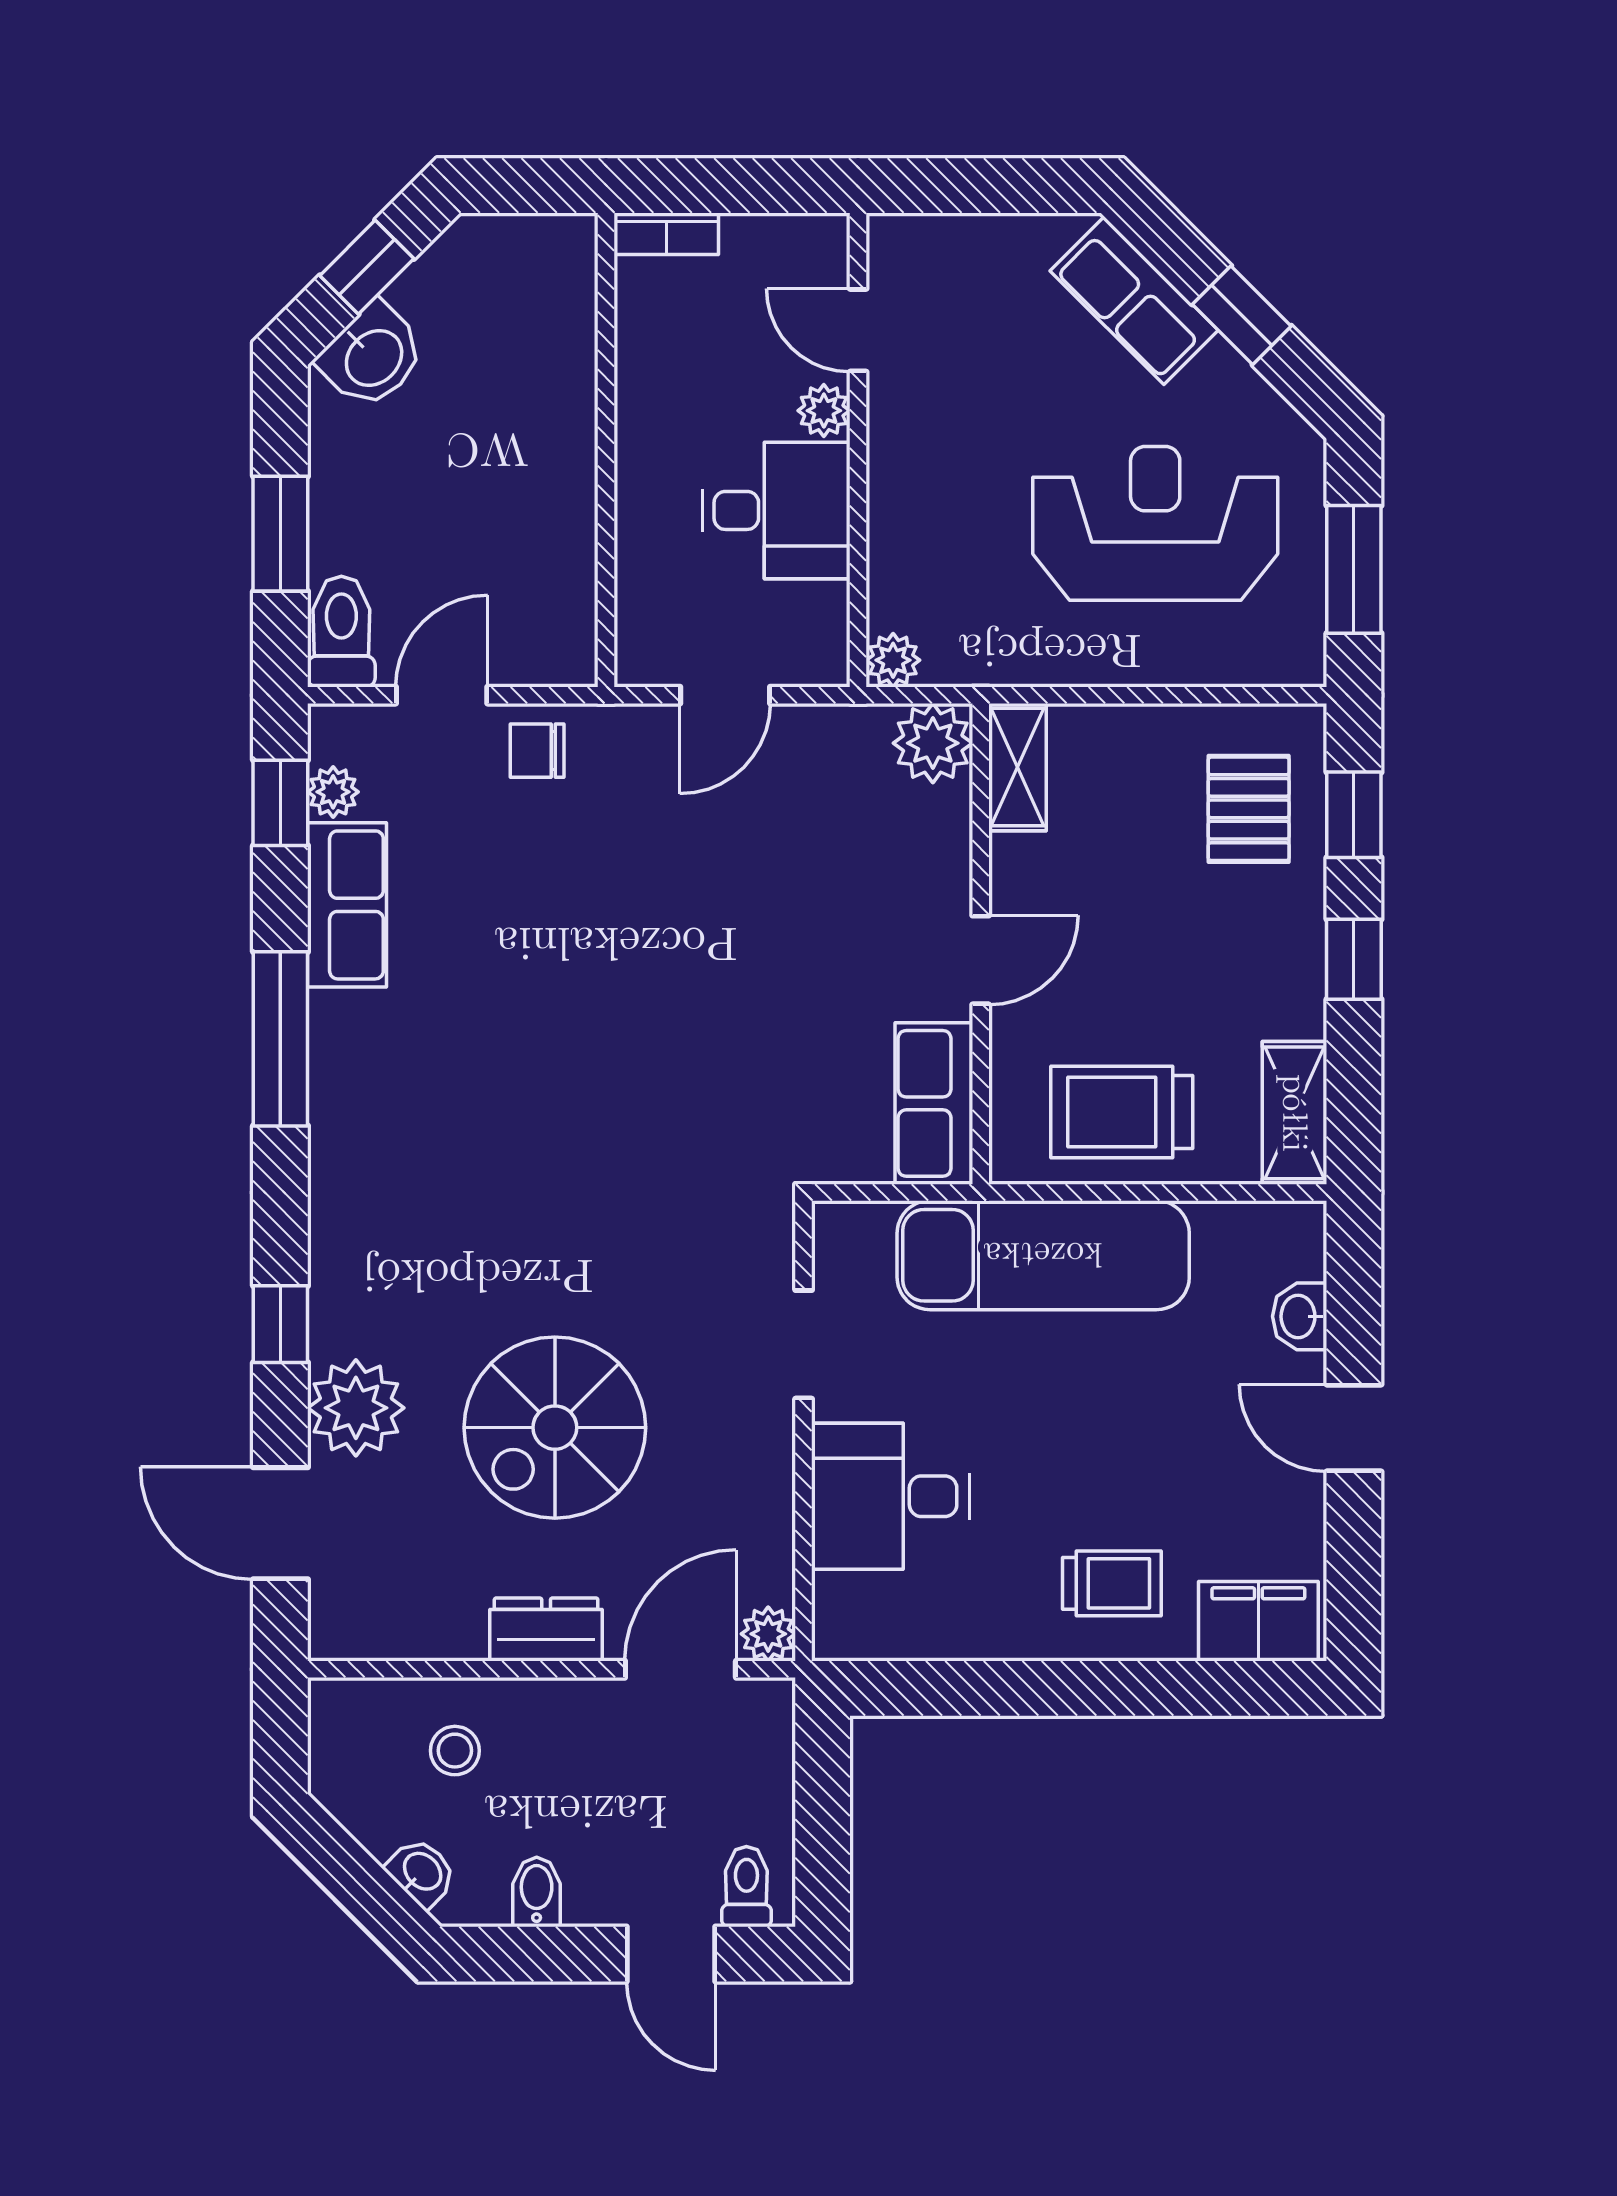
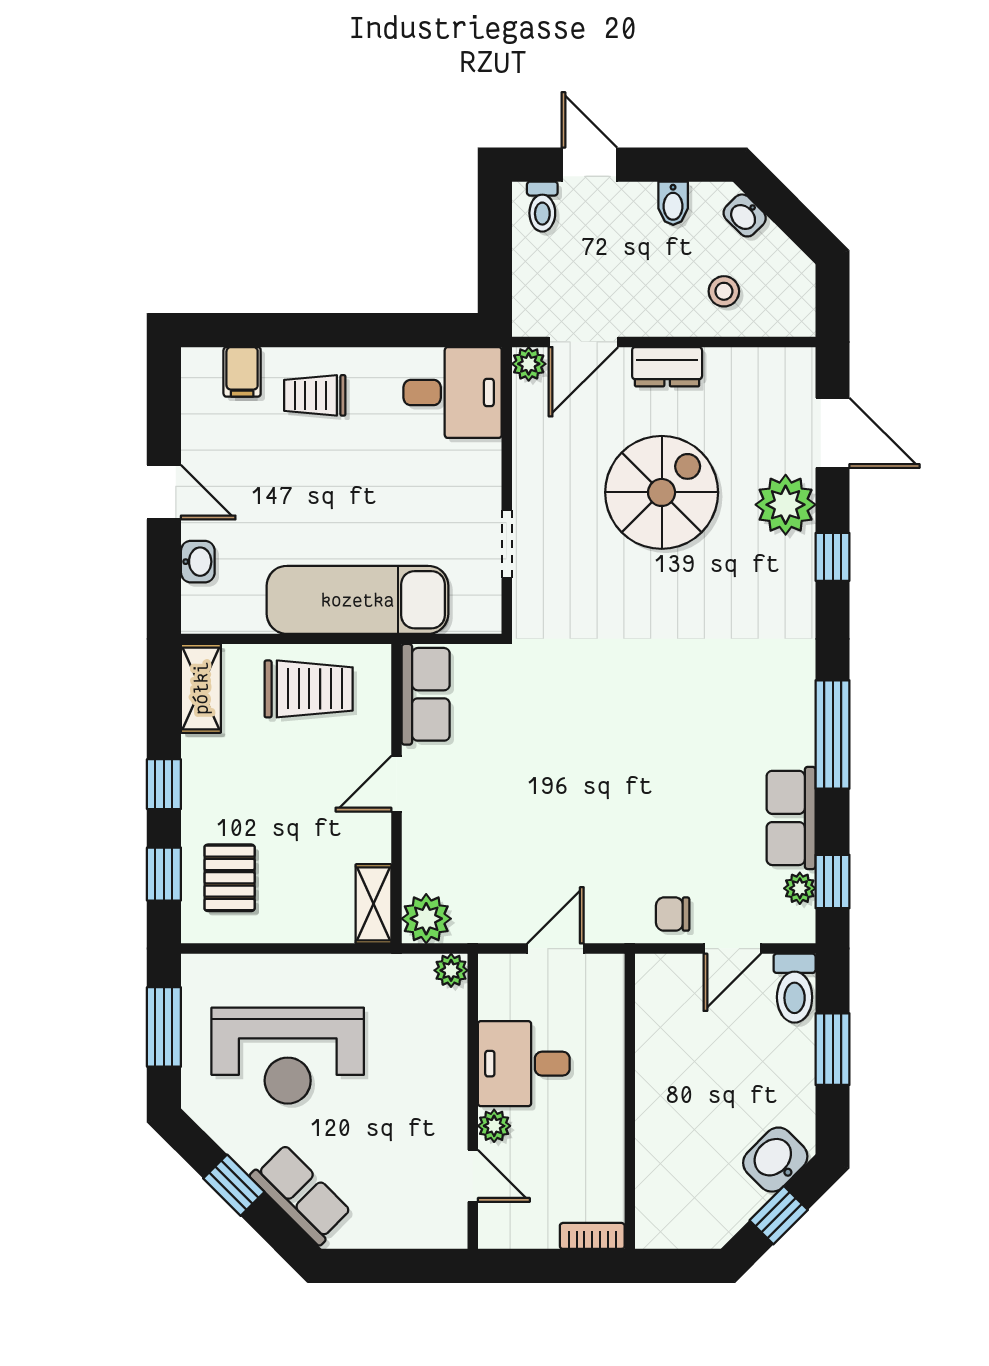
chair: (537, 751) -> (673, 914), turned 180
desk: (891, 1496) -> (453, 393), moved
filing cabinet: (1258, 1621) -> (242, 372), width x0.50

